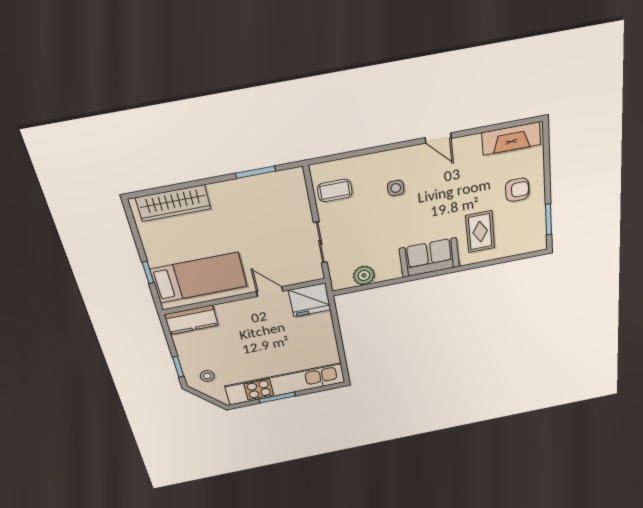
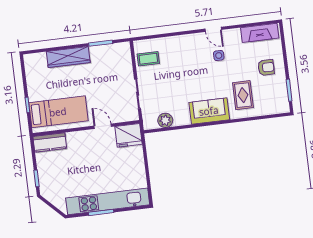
side table: (396, 188) -> (219, 56), moved
wardrobe: (173, 203) -> (68, 57), moved
stool: (207, 376) -> (55, 188), removed

